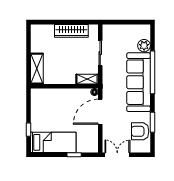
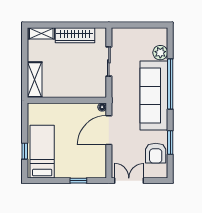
shelving: (87, 79) -> (41, 33), moved
armchair: (140, 131) -> (156, 153), turned -90
bed: (53, 142) -> (42, 152), moved, turned -90

